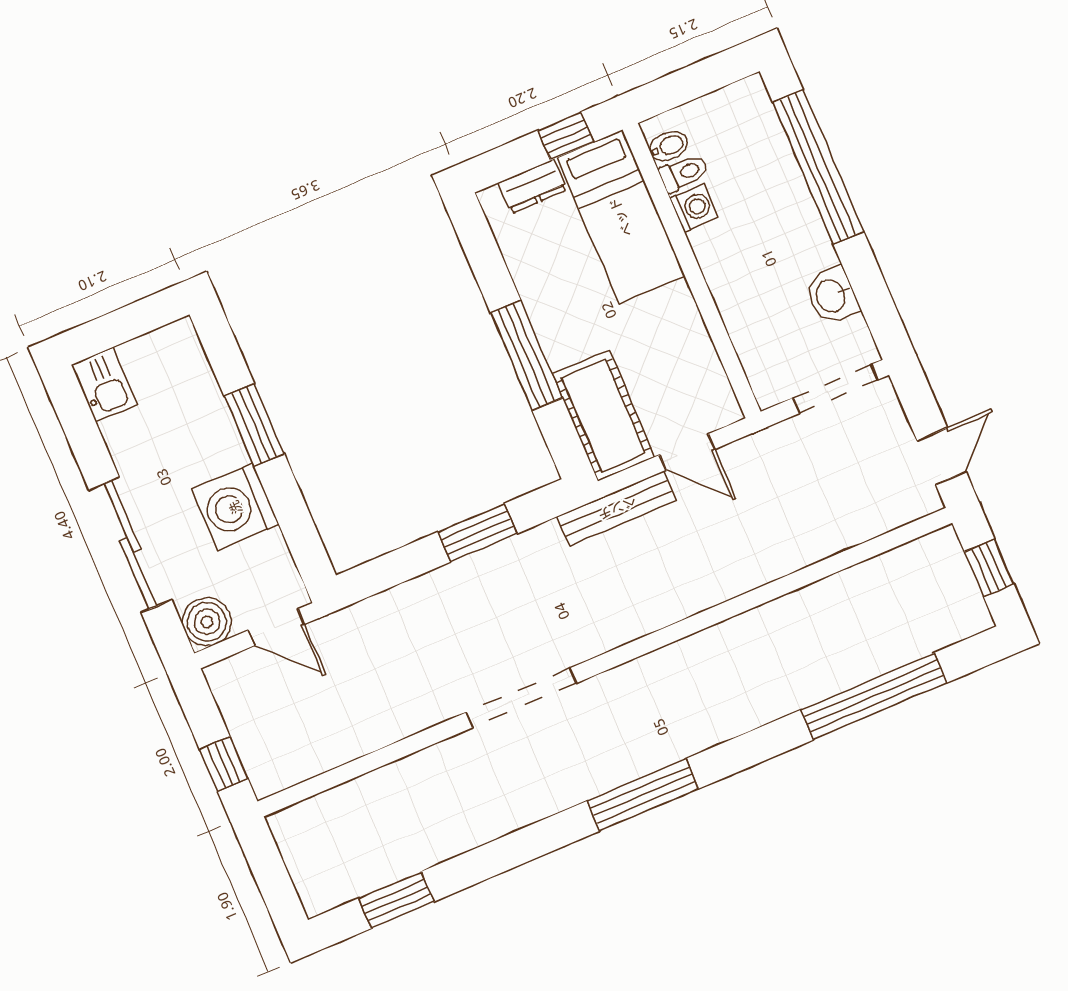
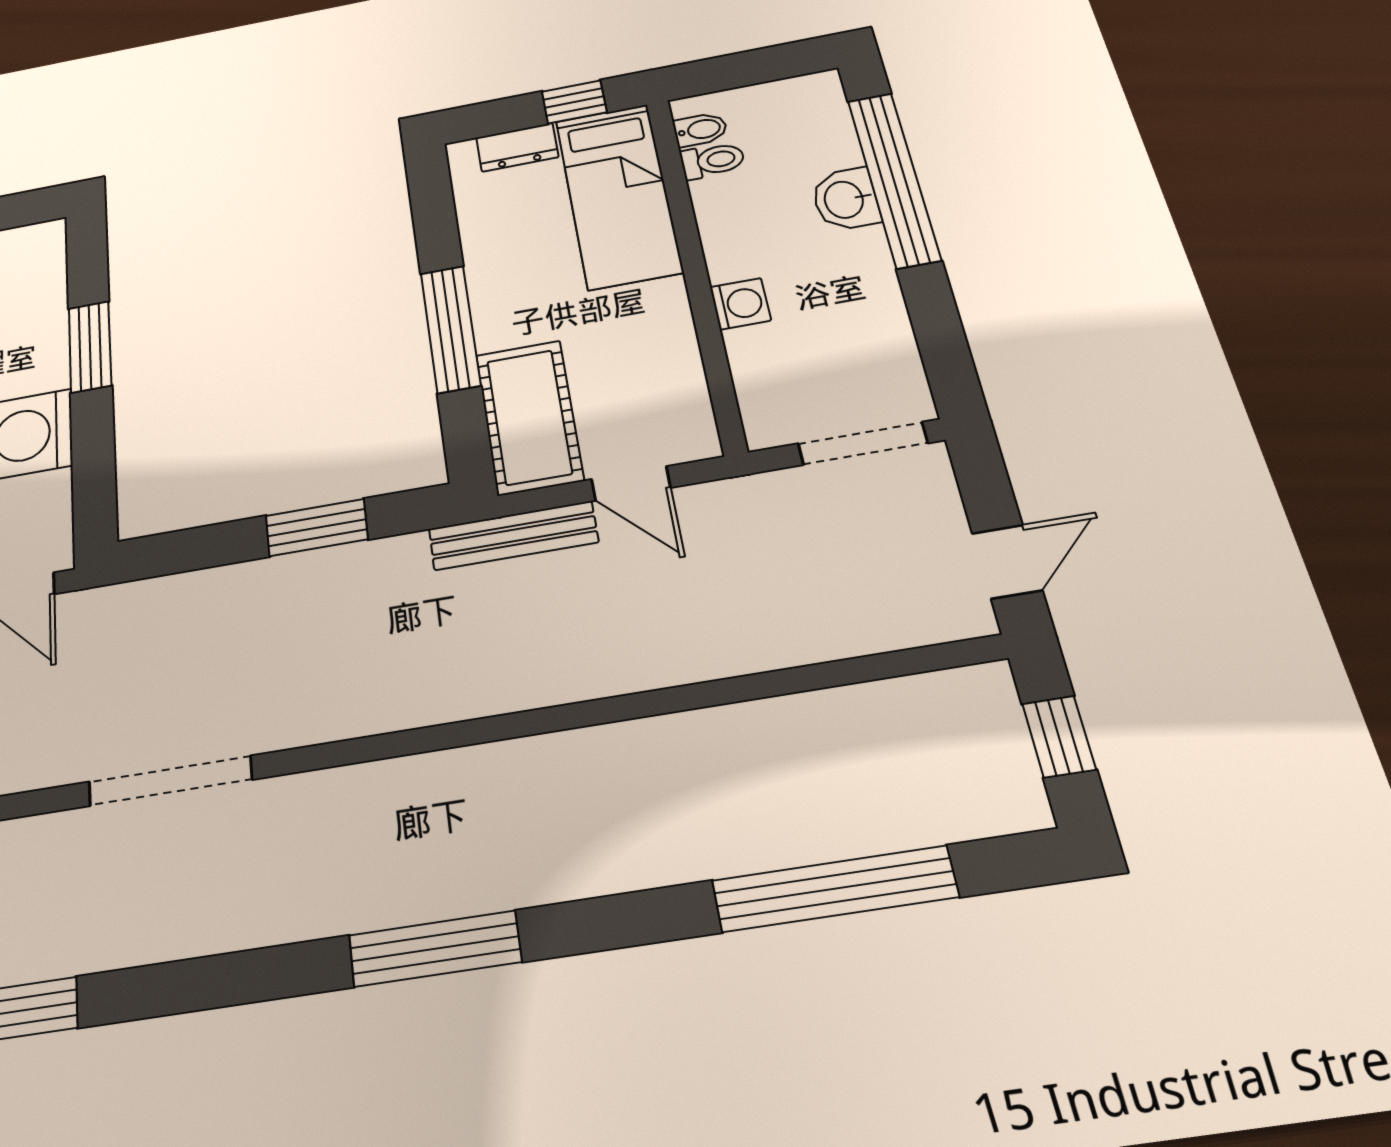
washing machine: (694, 208) -> (740, 304), moved
washbasin: (832, 295) -> (845, 199), moved
doorway: (521, 698) -> (170, 781), moved

